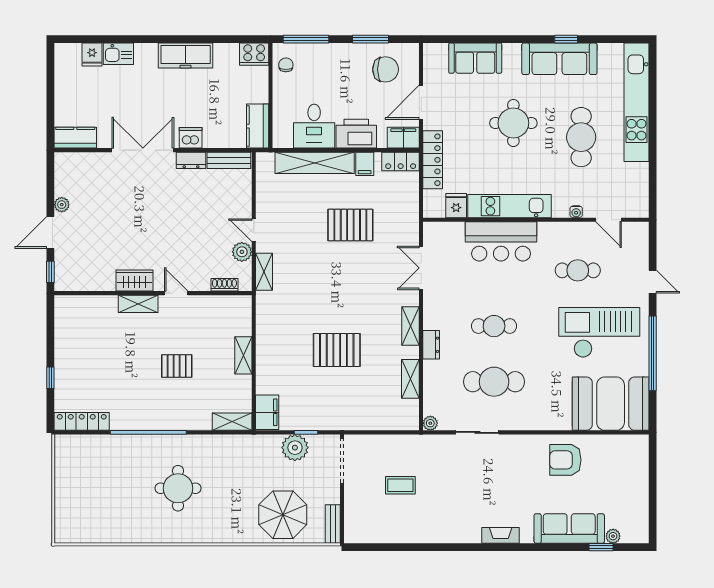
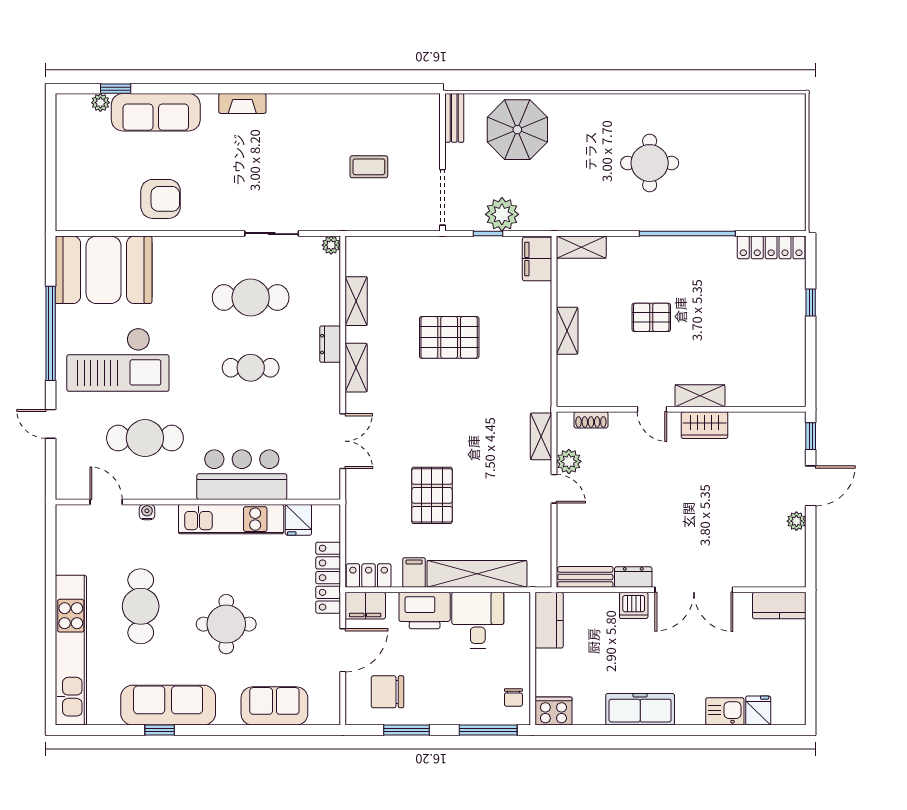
pallet: (350, 225) -> (432, 495), turned 90
cafe table: (578, 270) -> (145, 438), width x1.37, depth x1.35

